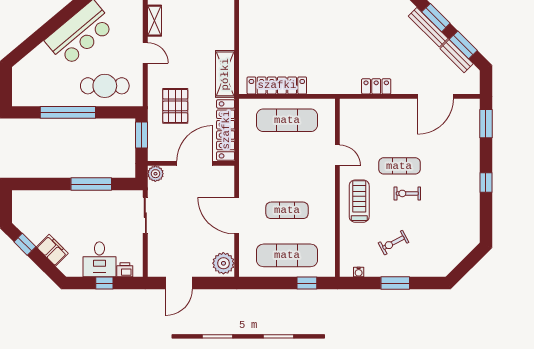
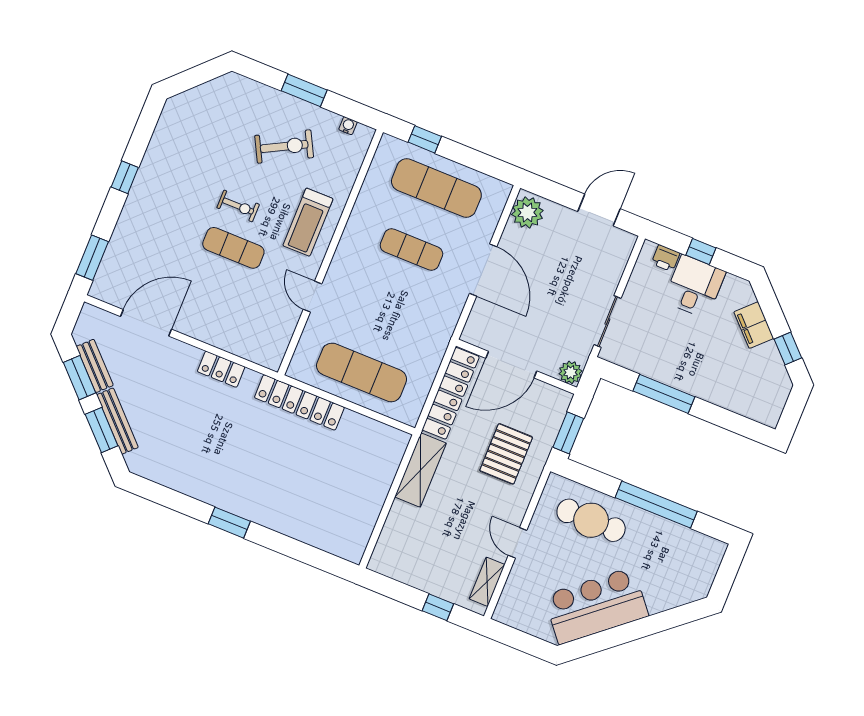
locker: (277, 85) -> (299, 402), moved
exercise bike: (393, 243) -> (284, 146), width x1.38, depth x1.39

